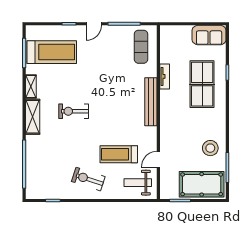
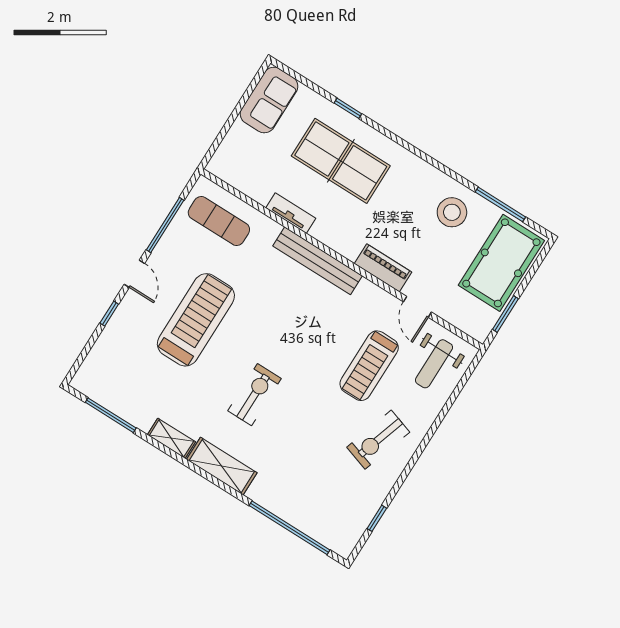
treadmill: (52, 52) -> (196, 320), moved
exercise bike: (74, 111) -> (254, 395), turned 180
piano: (166, 133) -> (383, 268), added

